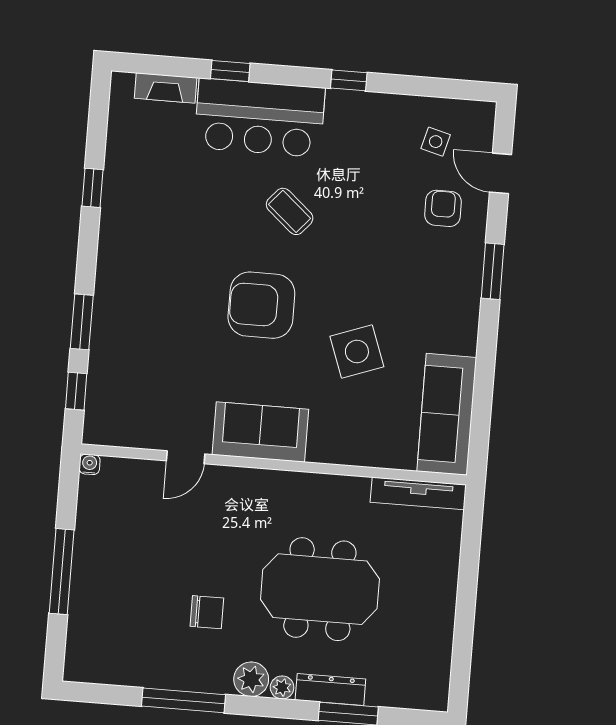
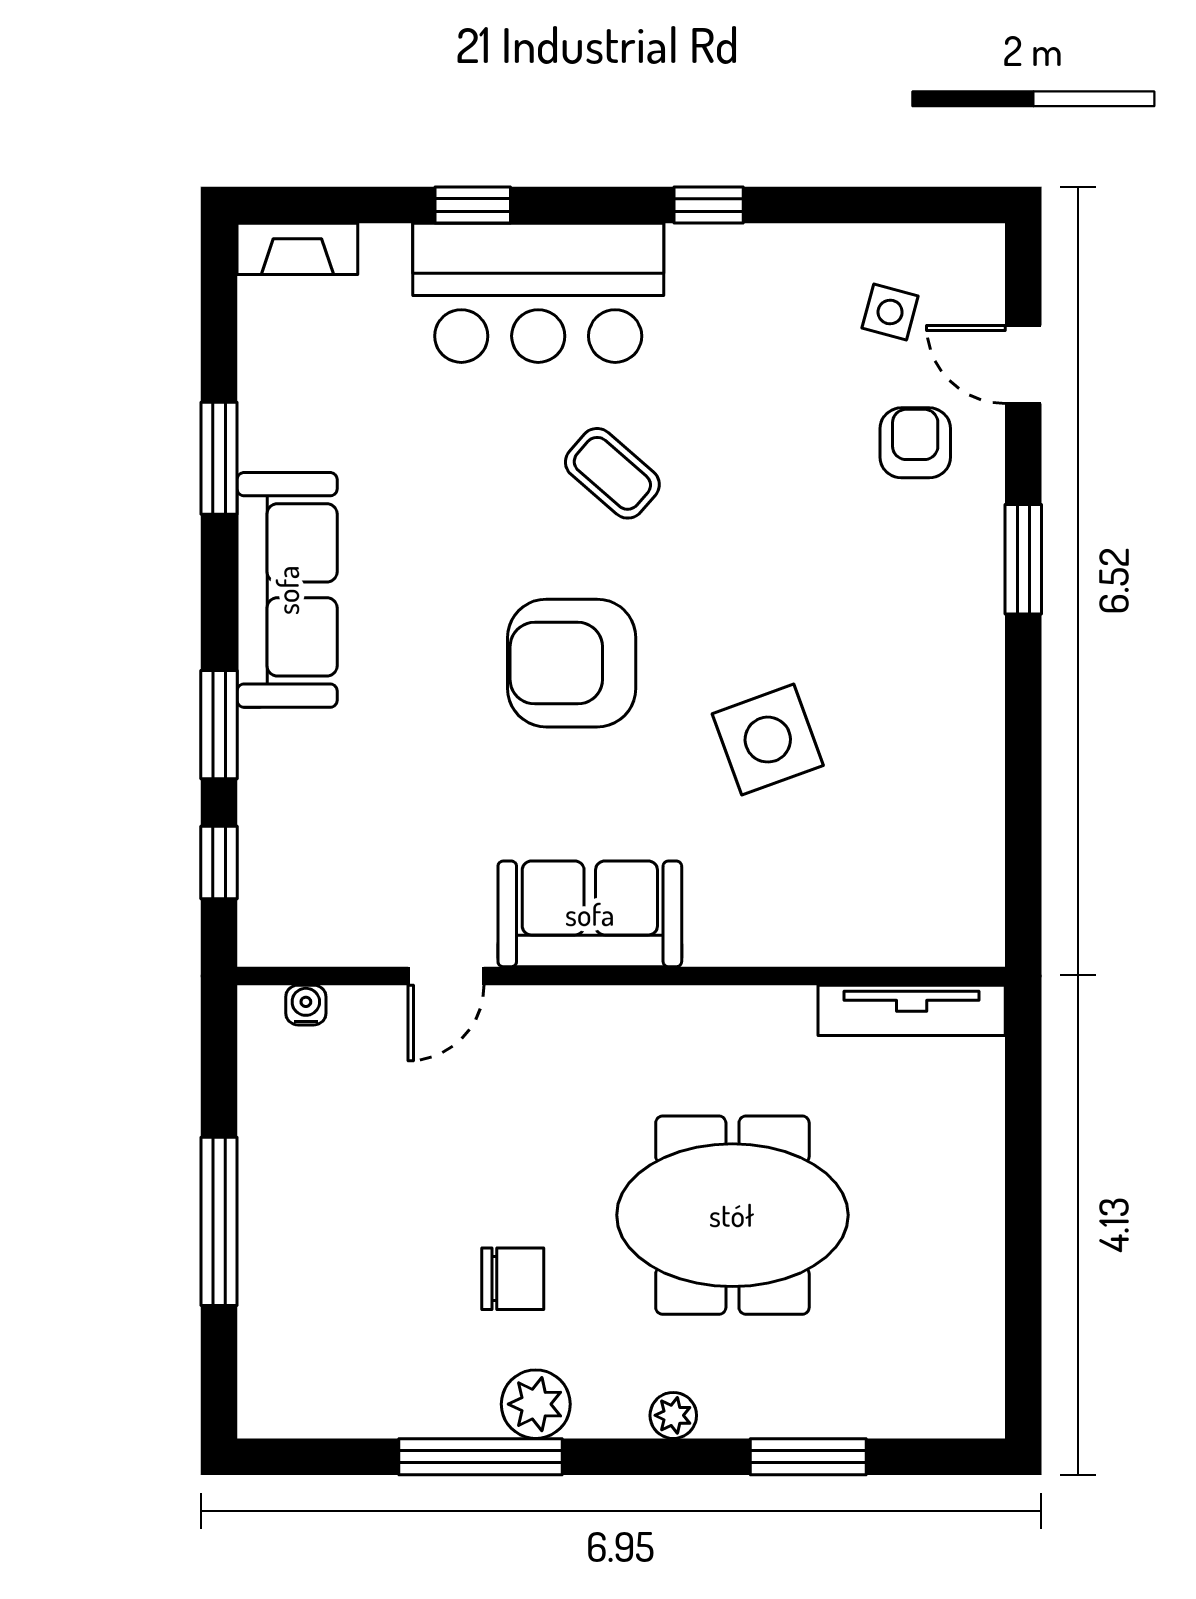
fireplace: (166, 88) -> (297, 249), moved
window: (92, 188) -> (219, 458), width x1.50
sofa: (447, 414) -> (287, 590), moved, turned 180
water cooler: (90, 464) -> (306, 1005), moved
plant: (251, 679) -> (536, 1404), moved
dresser: (330, 690) -> (769, 1412), removed

